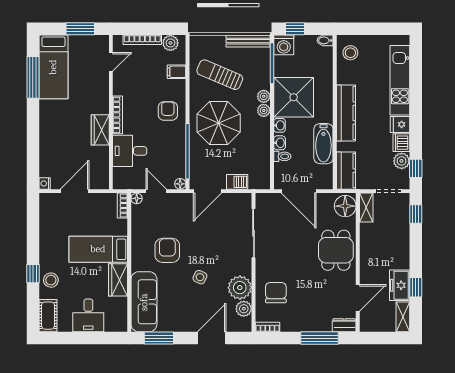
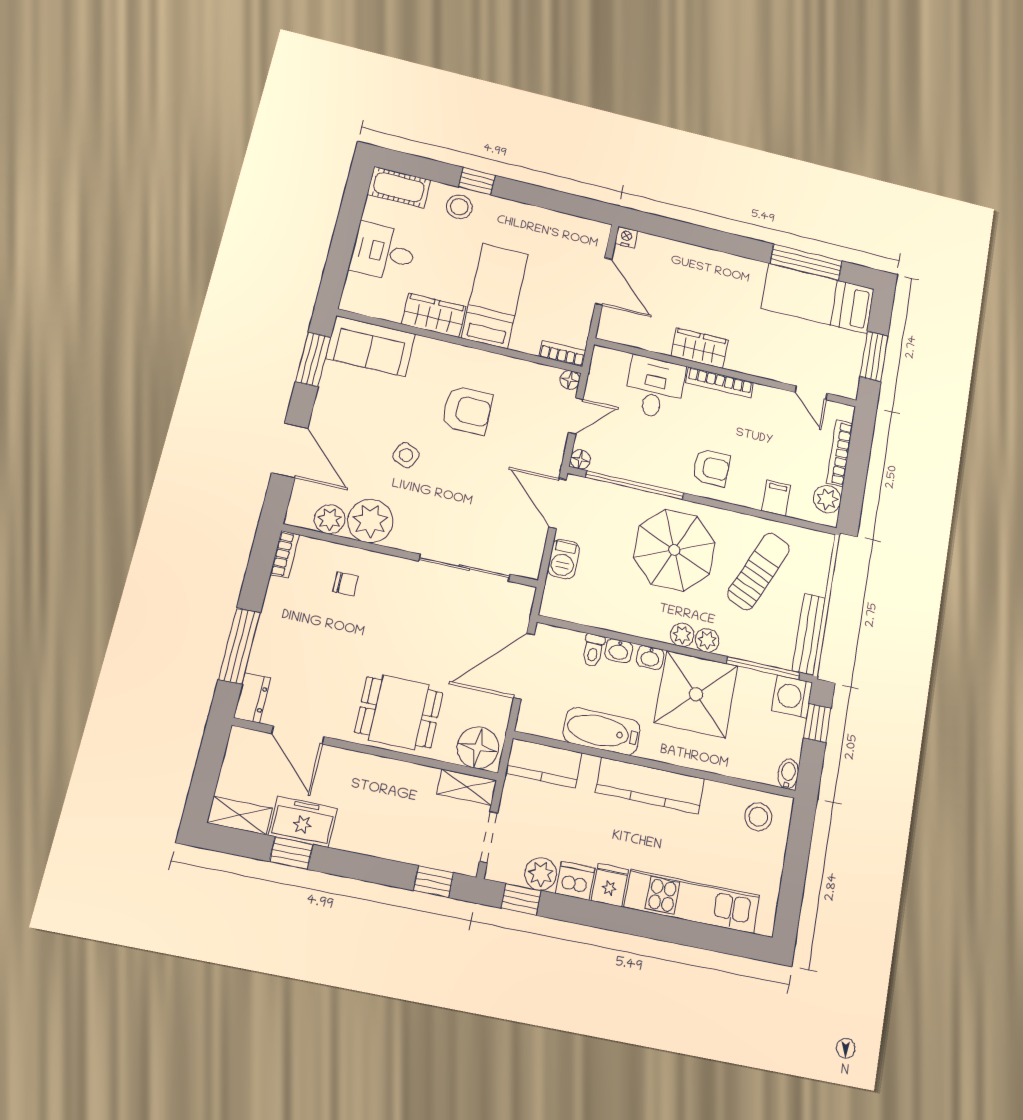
chair: (276, 293) -> (346, 584), width x0.54, depth x0.54
sofa: (144, 302) -> (370, 346), width x0.73

